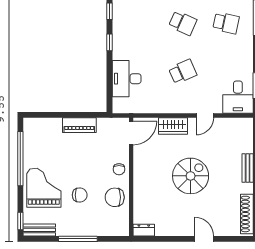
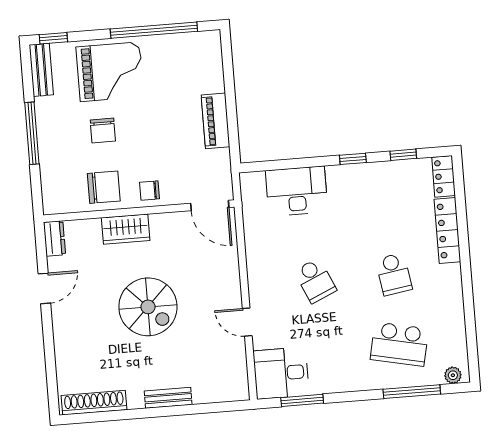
school desk: (183, 23) -> (394, 274), turned -33
school desk: (226, 23) -> (399, 344), width x1.85
wardrobe: (173, 126) -> (126, 229), moved, turned -90
chair: (115, 197) -> (104, 187), turned 90
door: (204, 239) -> (44, 288), moved

